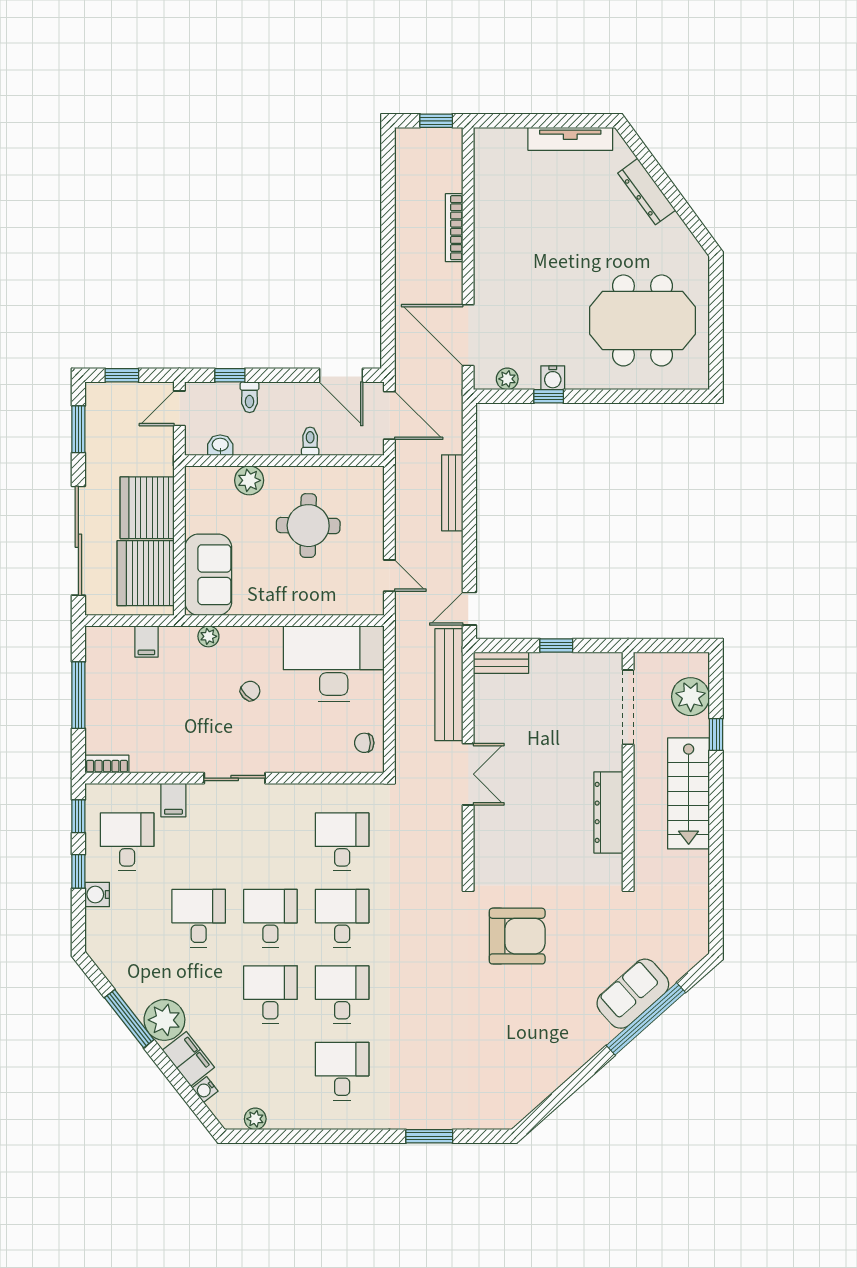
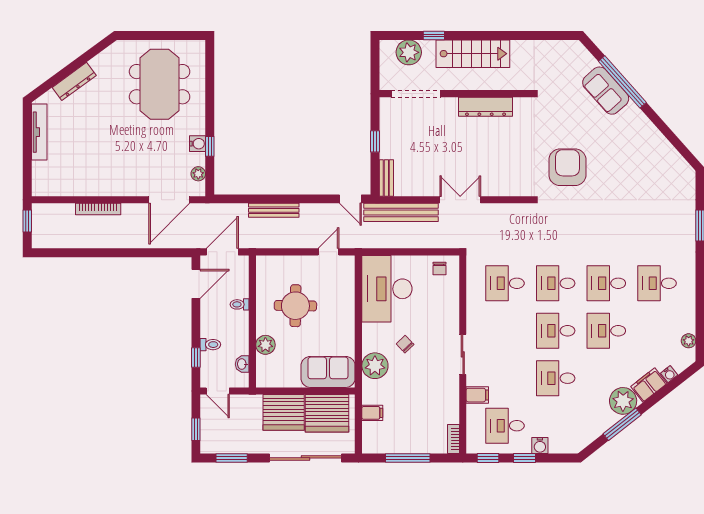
plant: (208, 636) -> (375, 366), width x1.87, depth x1.87

